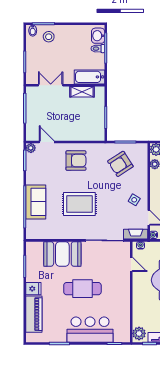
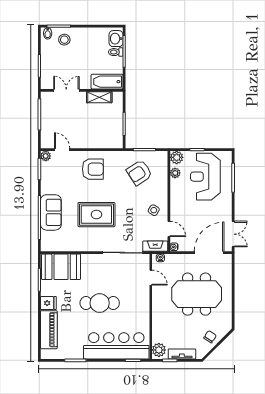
booth: (62, 254) -> (61, 267), moved
bar counter: (90, 330) -> (116, 346), width x1.36

